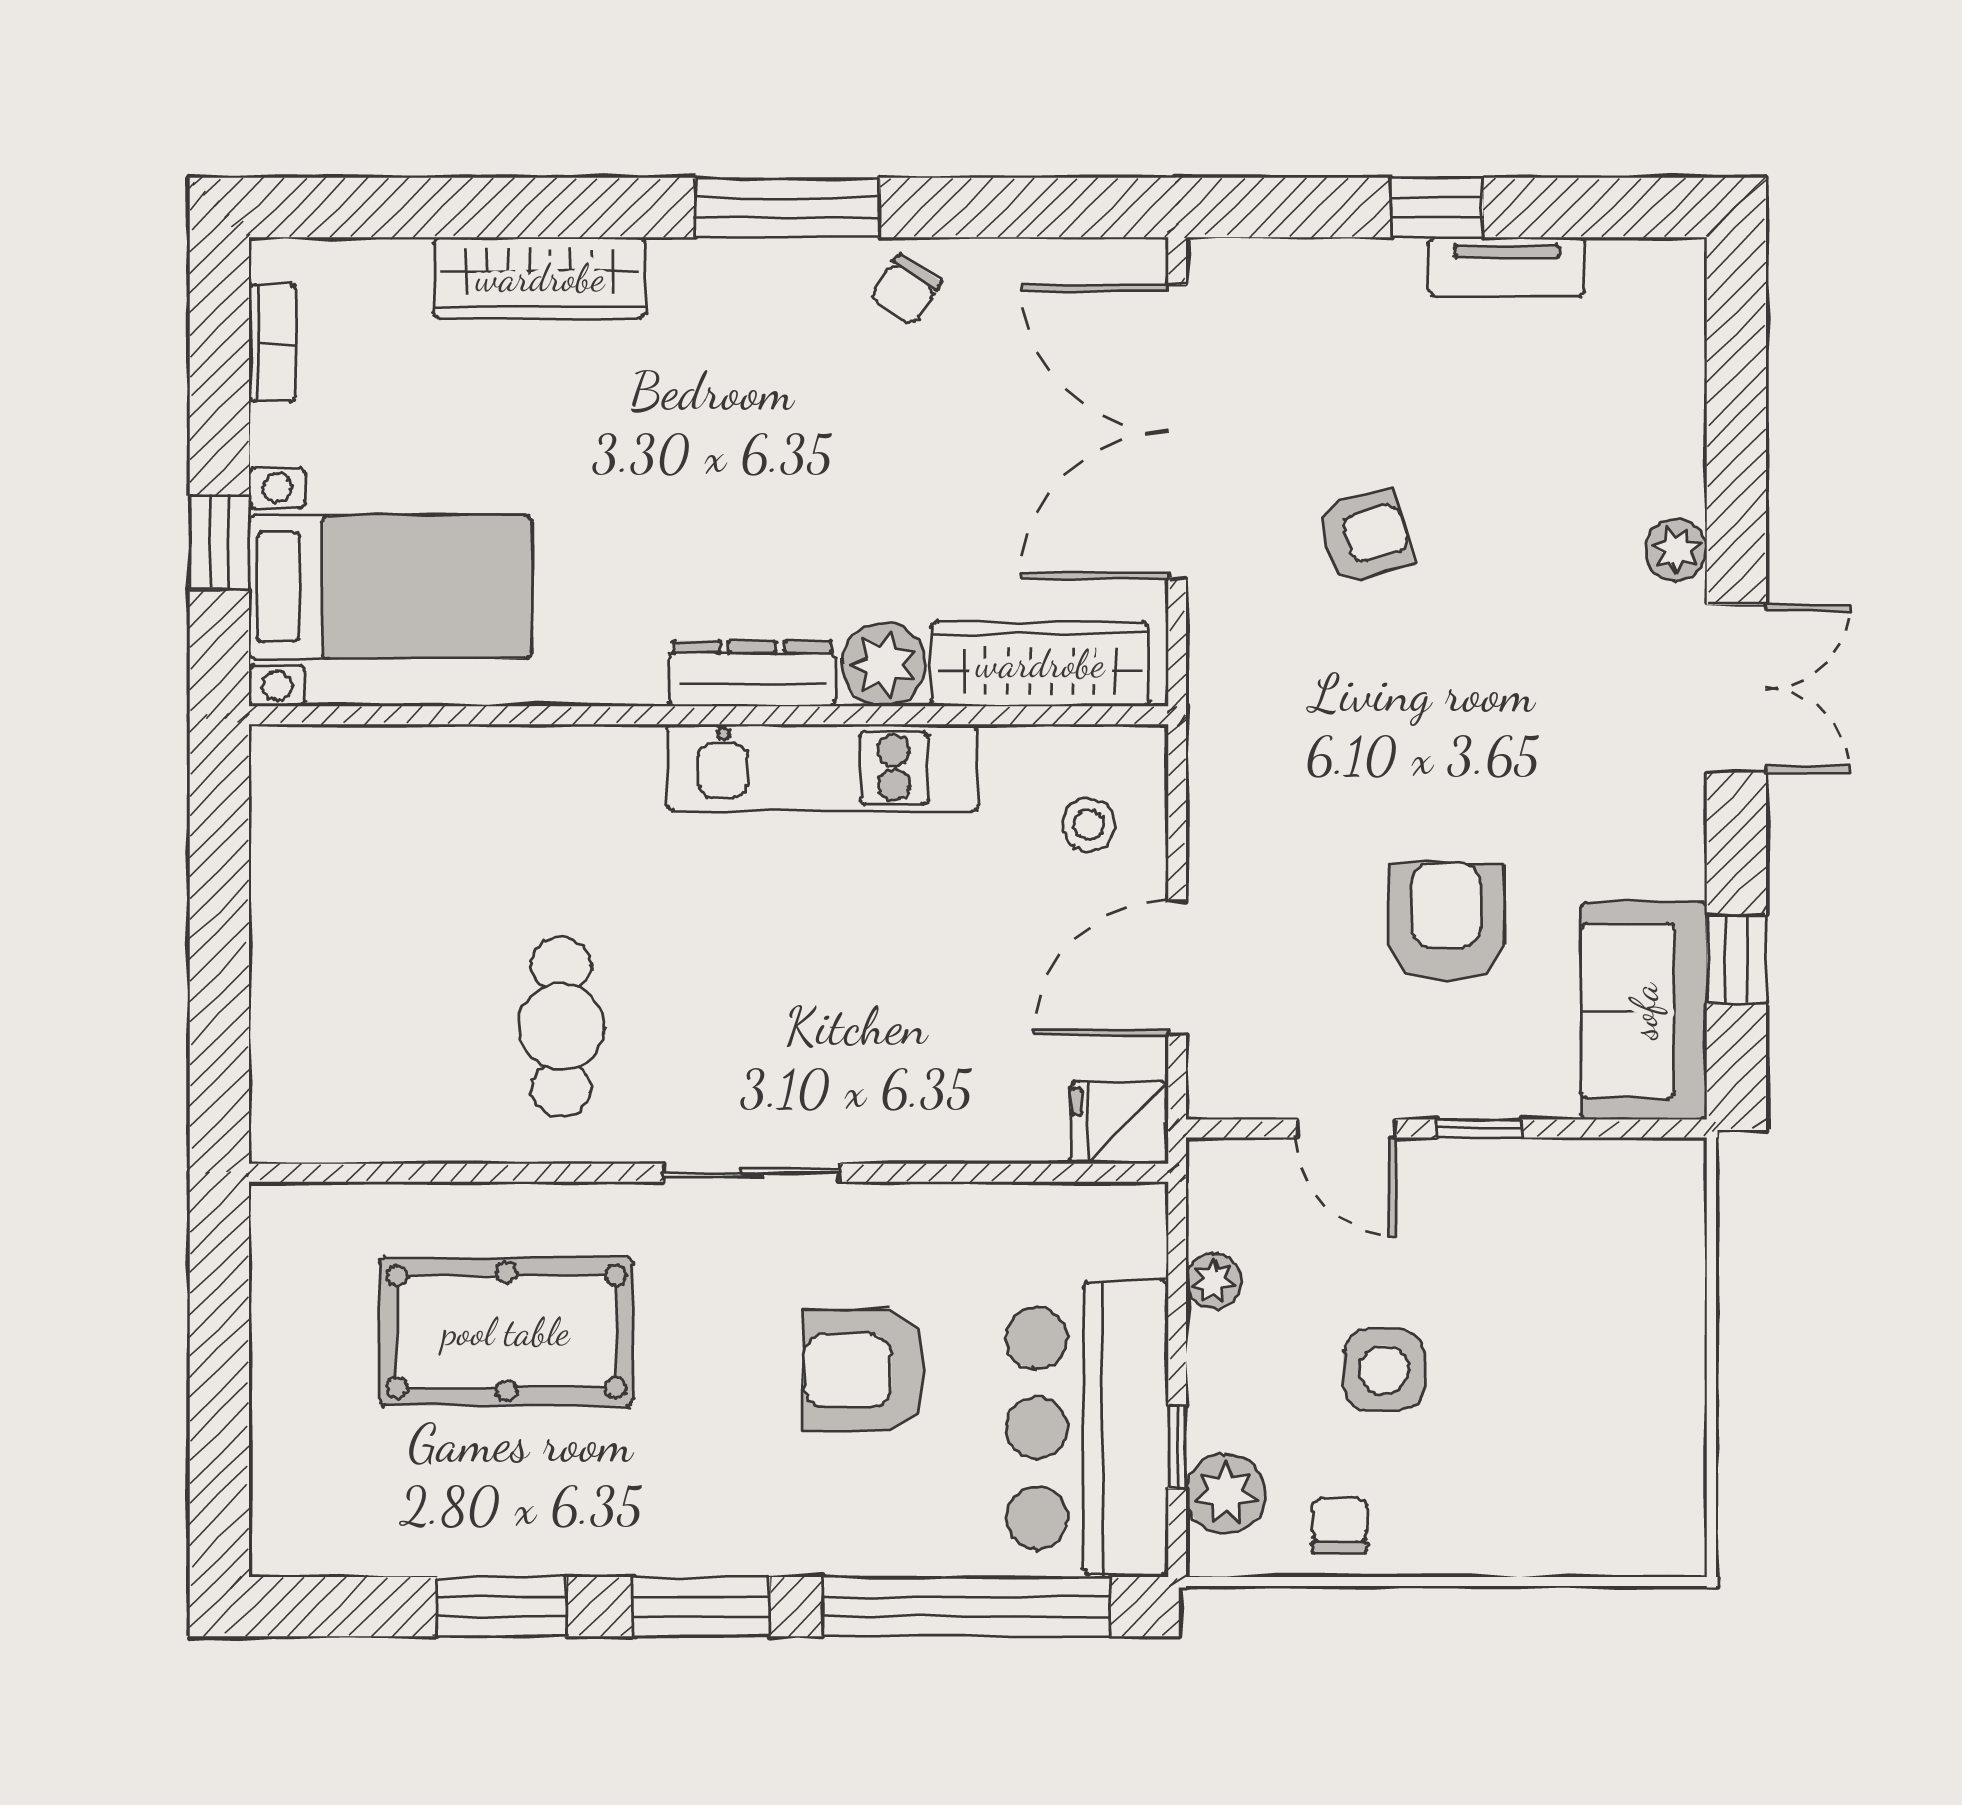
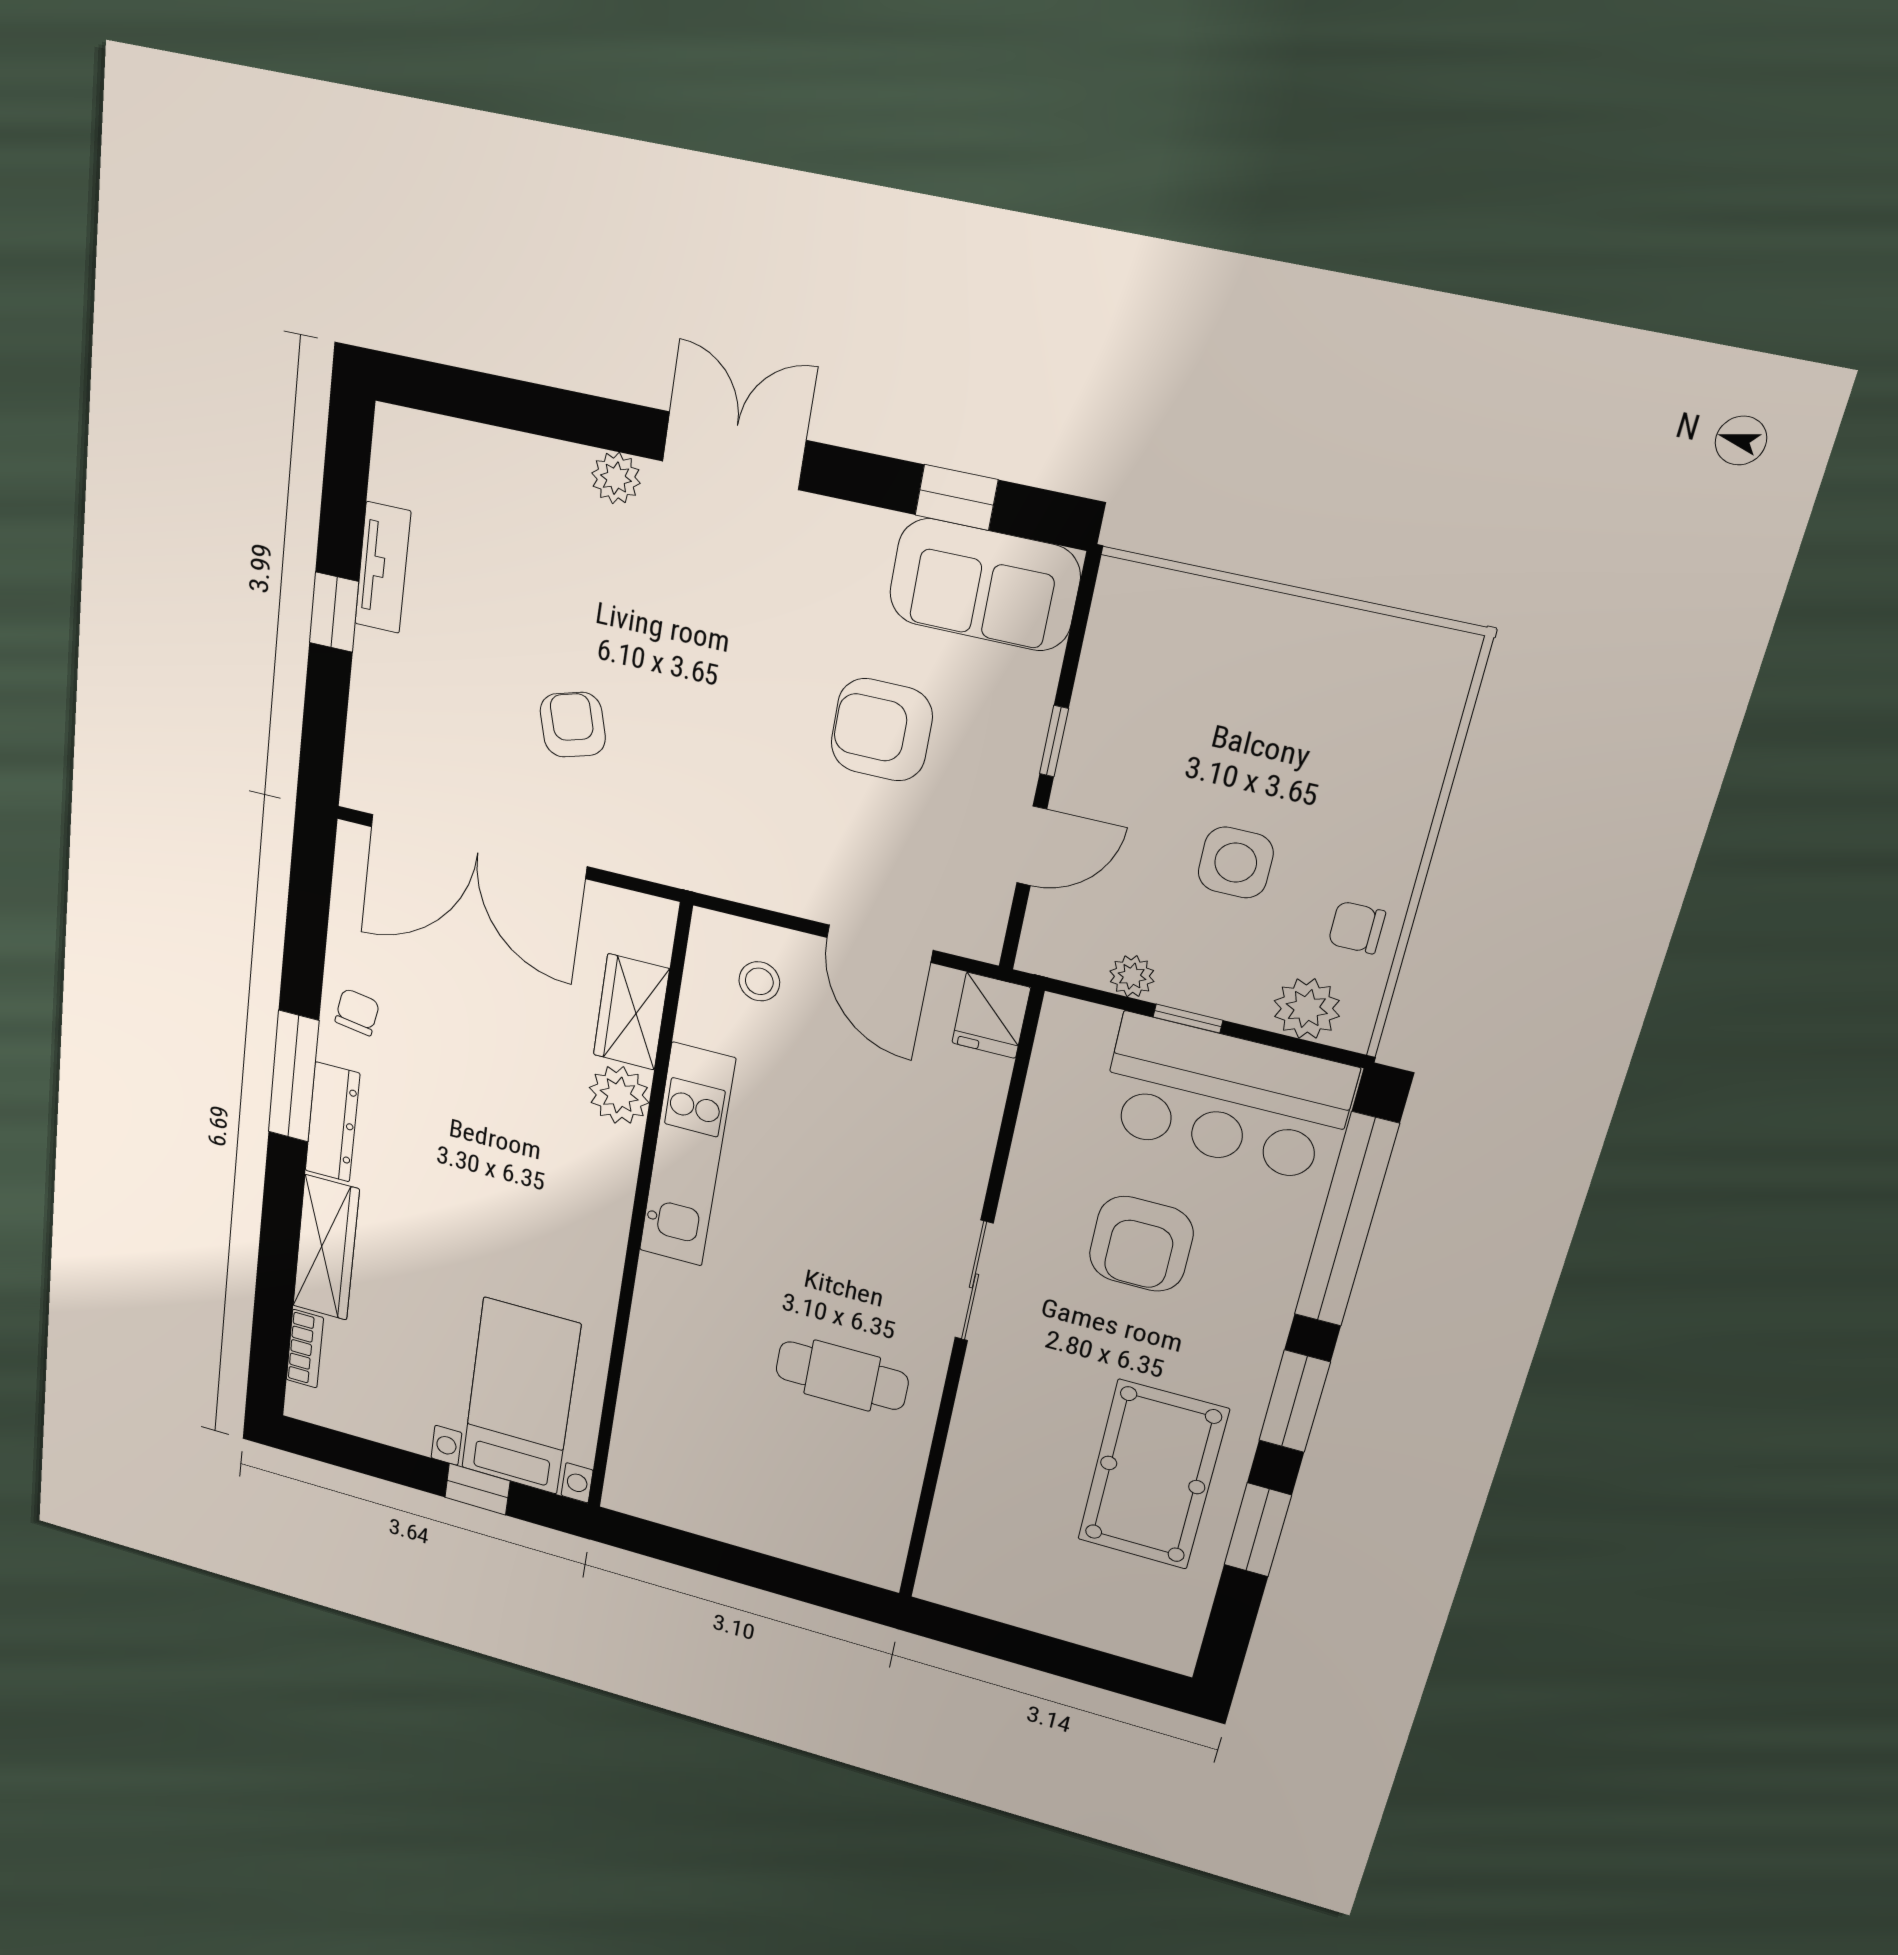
chair: (906, 290) -> (357, 1012), turned -115
bookcase: (272, 343) -> (305, 1349), moved, turned 90
wardrobe: (1040, 664) -> (631, 1012), width x0.67
dresser: (752, 674) -> (332, 1122), moved, turned 180
pool table: (506, 1332) -> (1153, 1475), moved
window: (1177, 1447) -> (1188, 1019), moved

